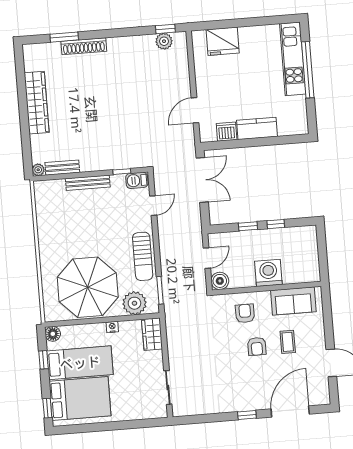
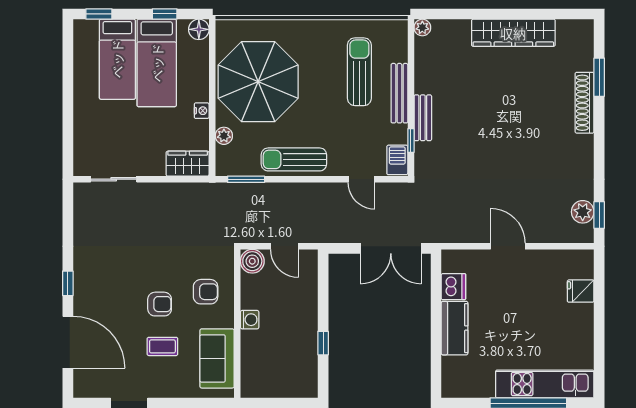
fridge: (223, 41) -> (581, 291), width x0.53, depth x0.75
door: (195, 110) -> (508, 246), moved
bench: (62, 168) -> (423, 118), moved
sun lounger: (74, 213) -> (359, 72), added
window: (248, 226) -> (323, 305), removed
washing machine: (268, 273) -> (250, 320), width x0.53, depth x0.53
plant: (134, 303) -> (224, 136), width x0.53, depth x0.53
armchair: (257, 346) -> (160, 304), turned 180
bed: (80, 398) -> (117, 59), width x0.67

